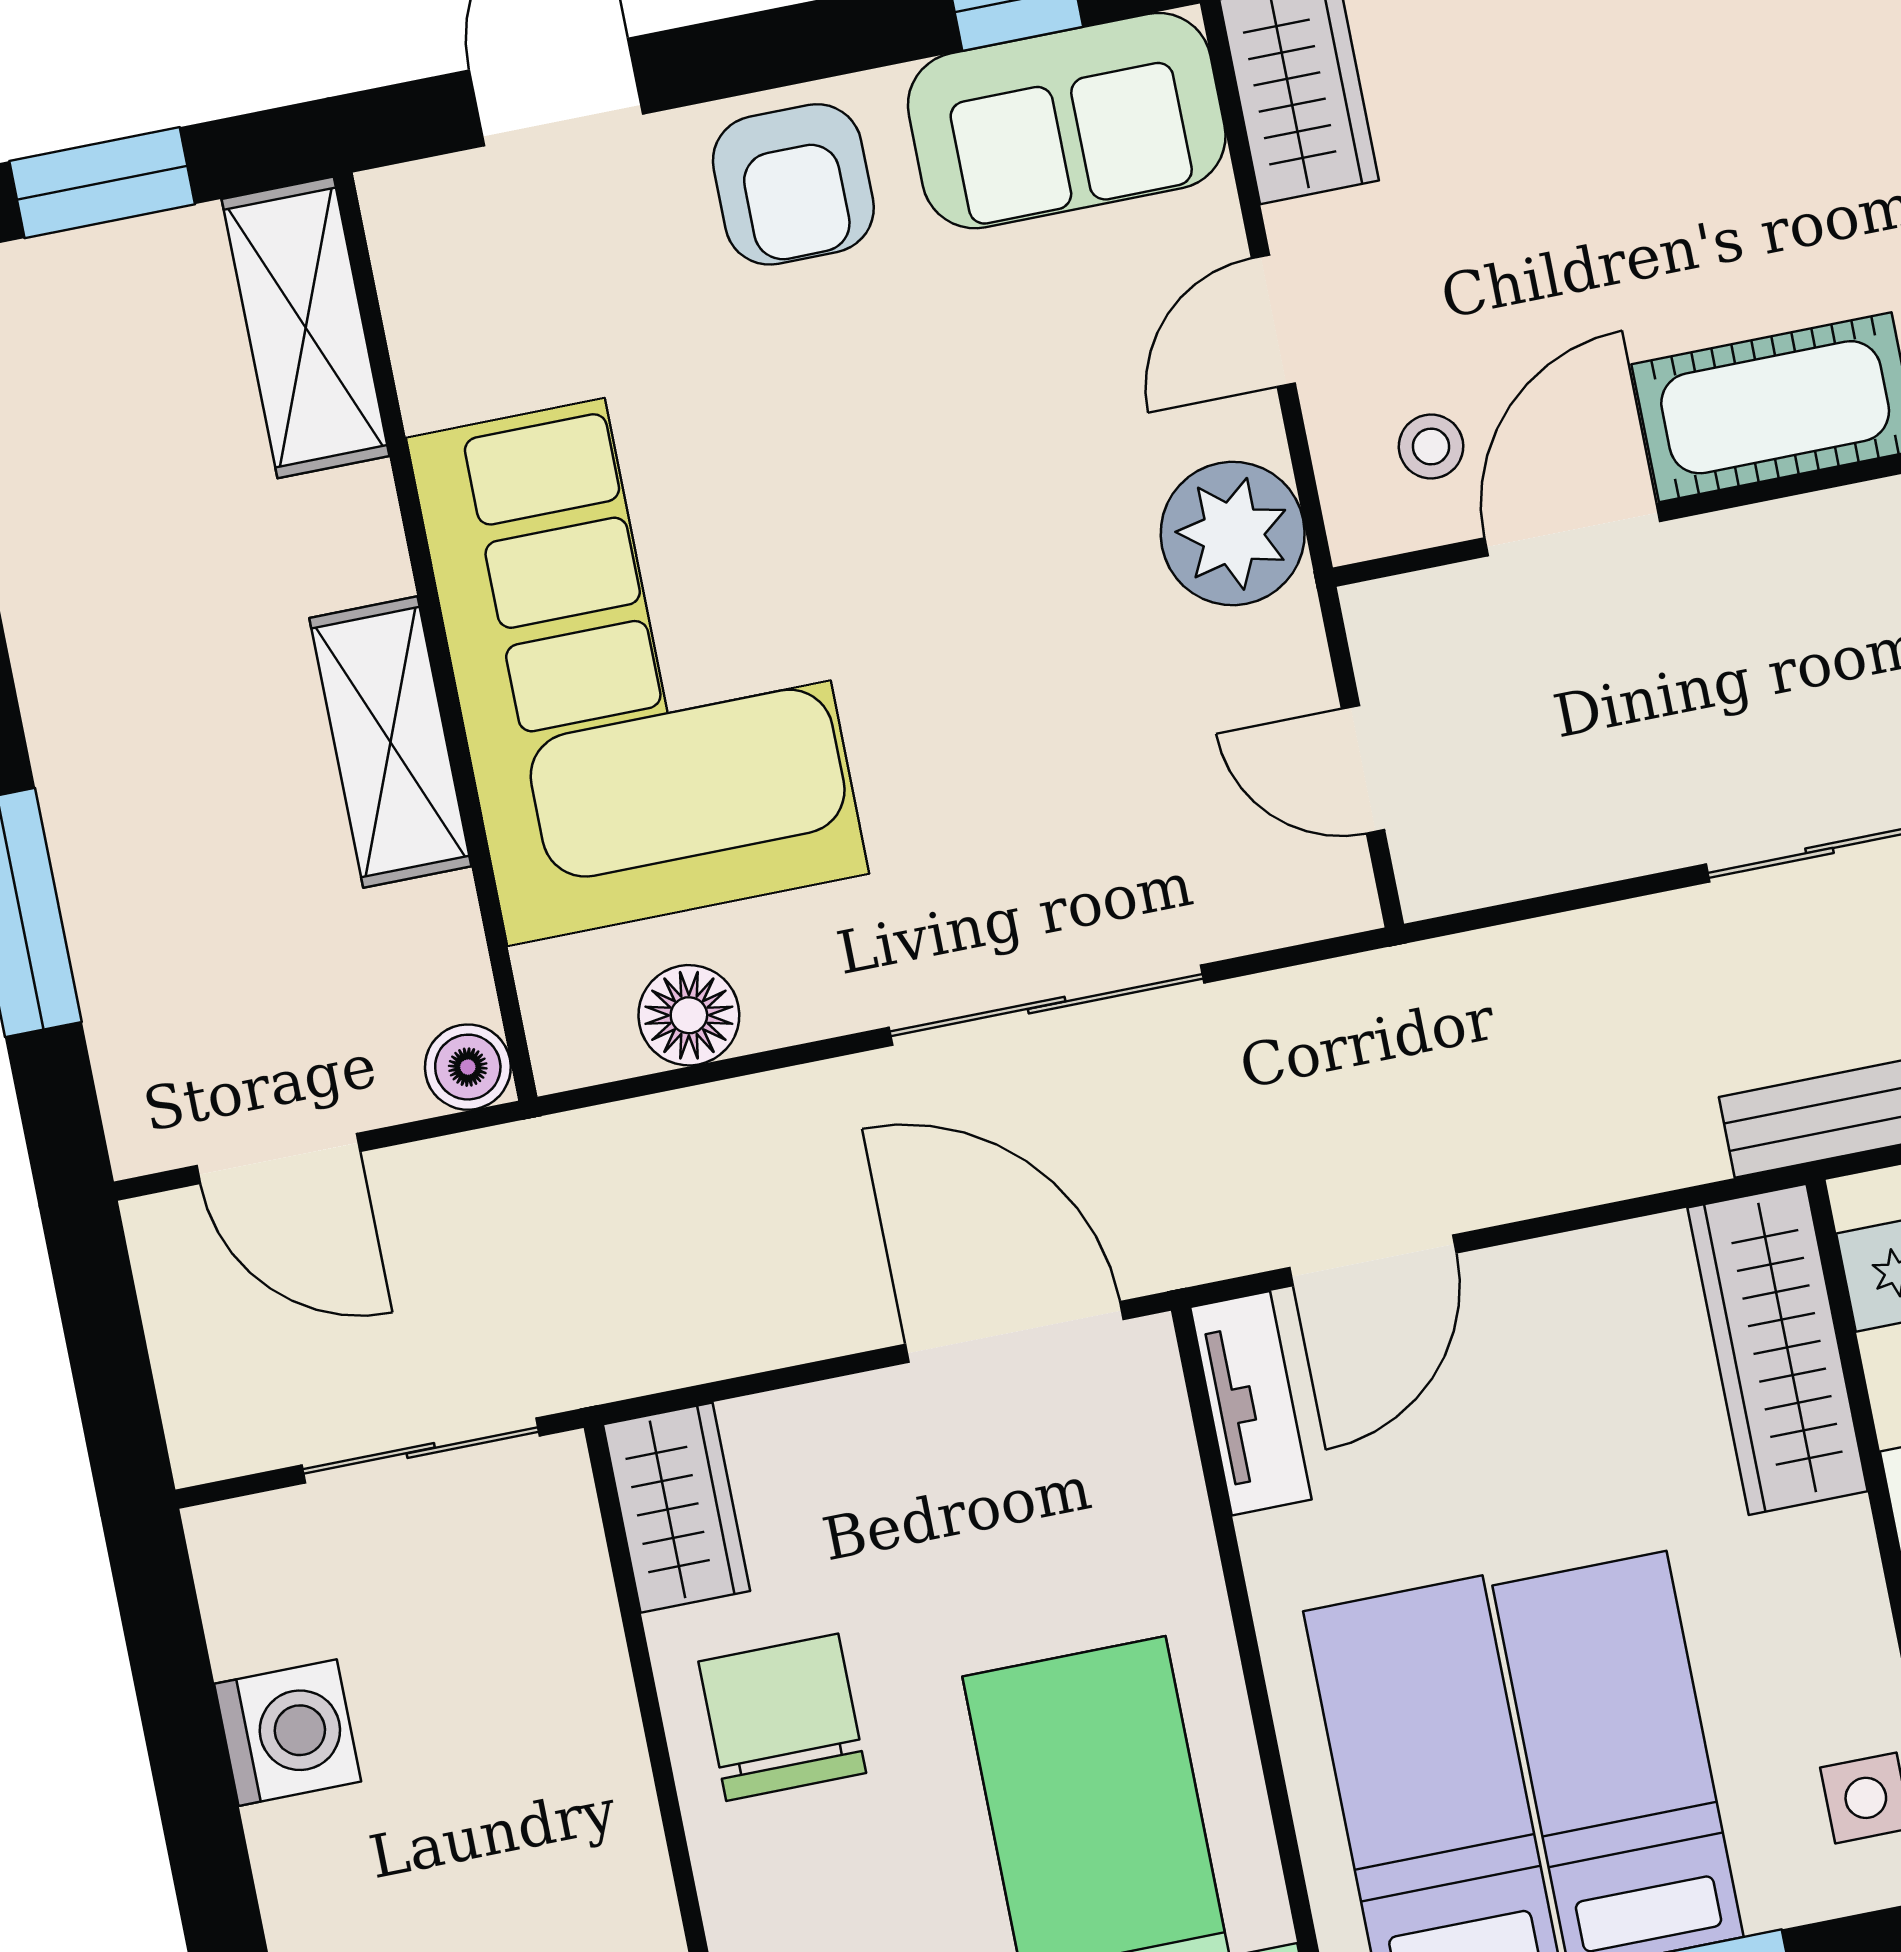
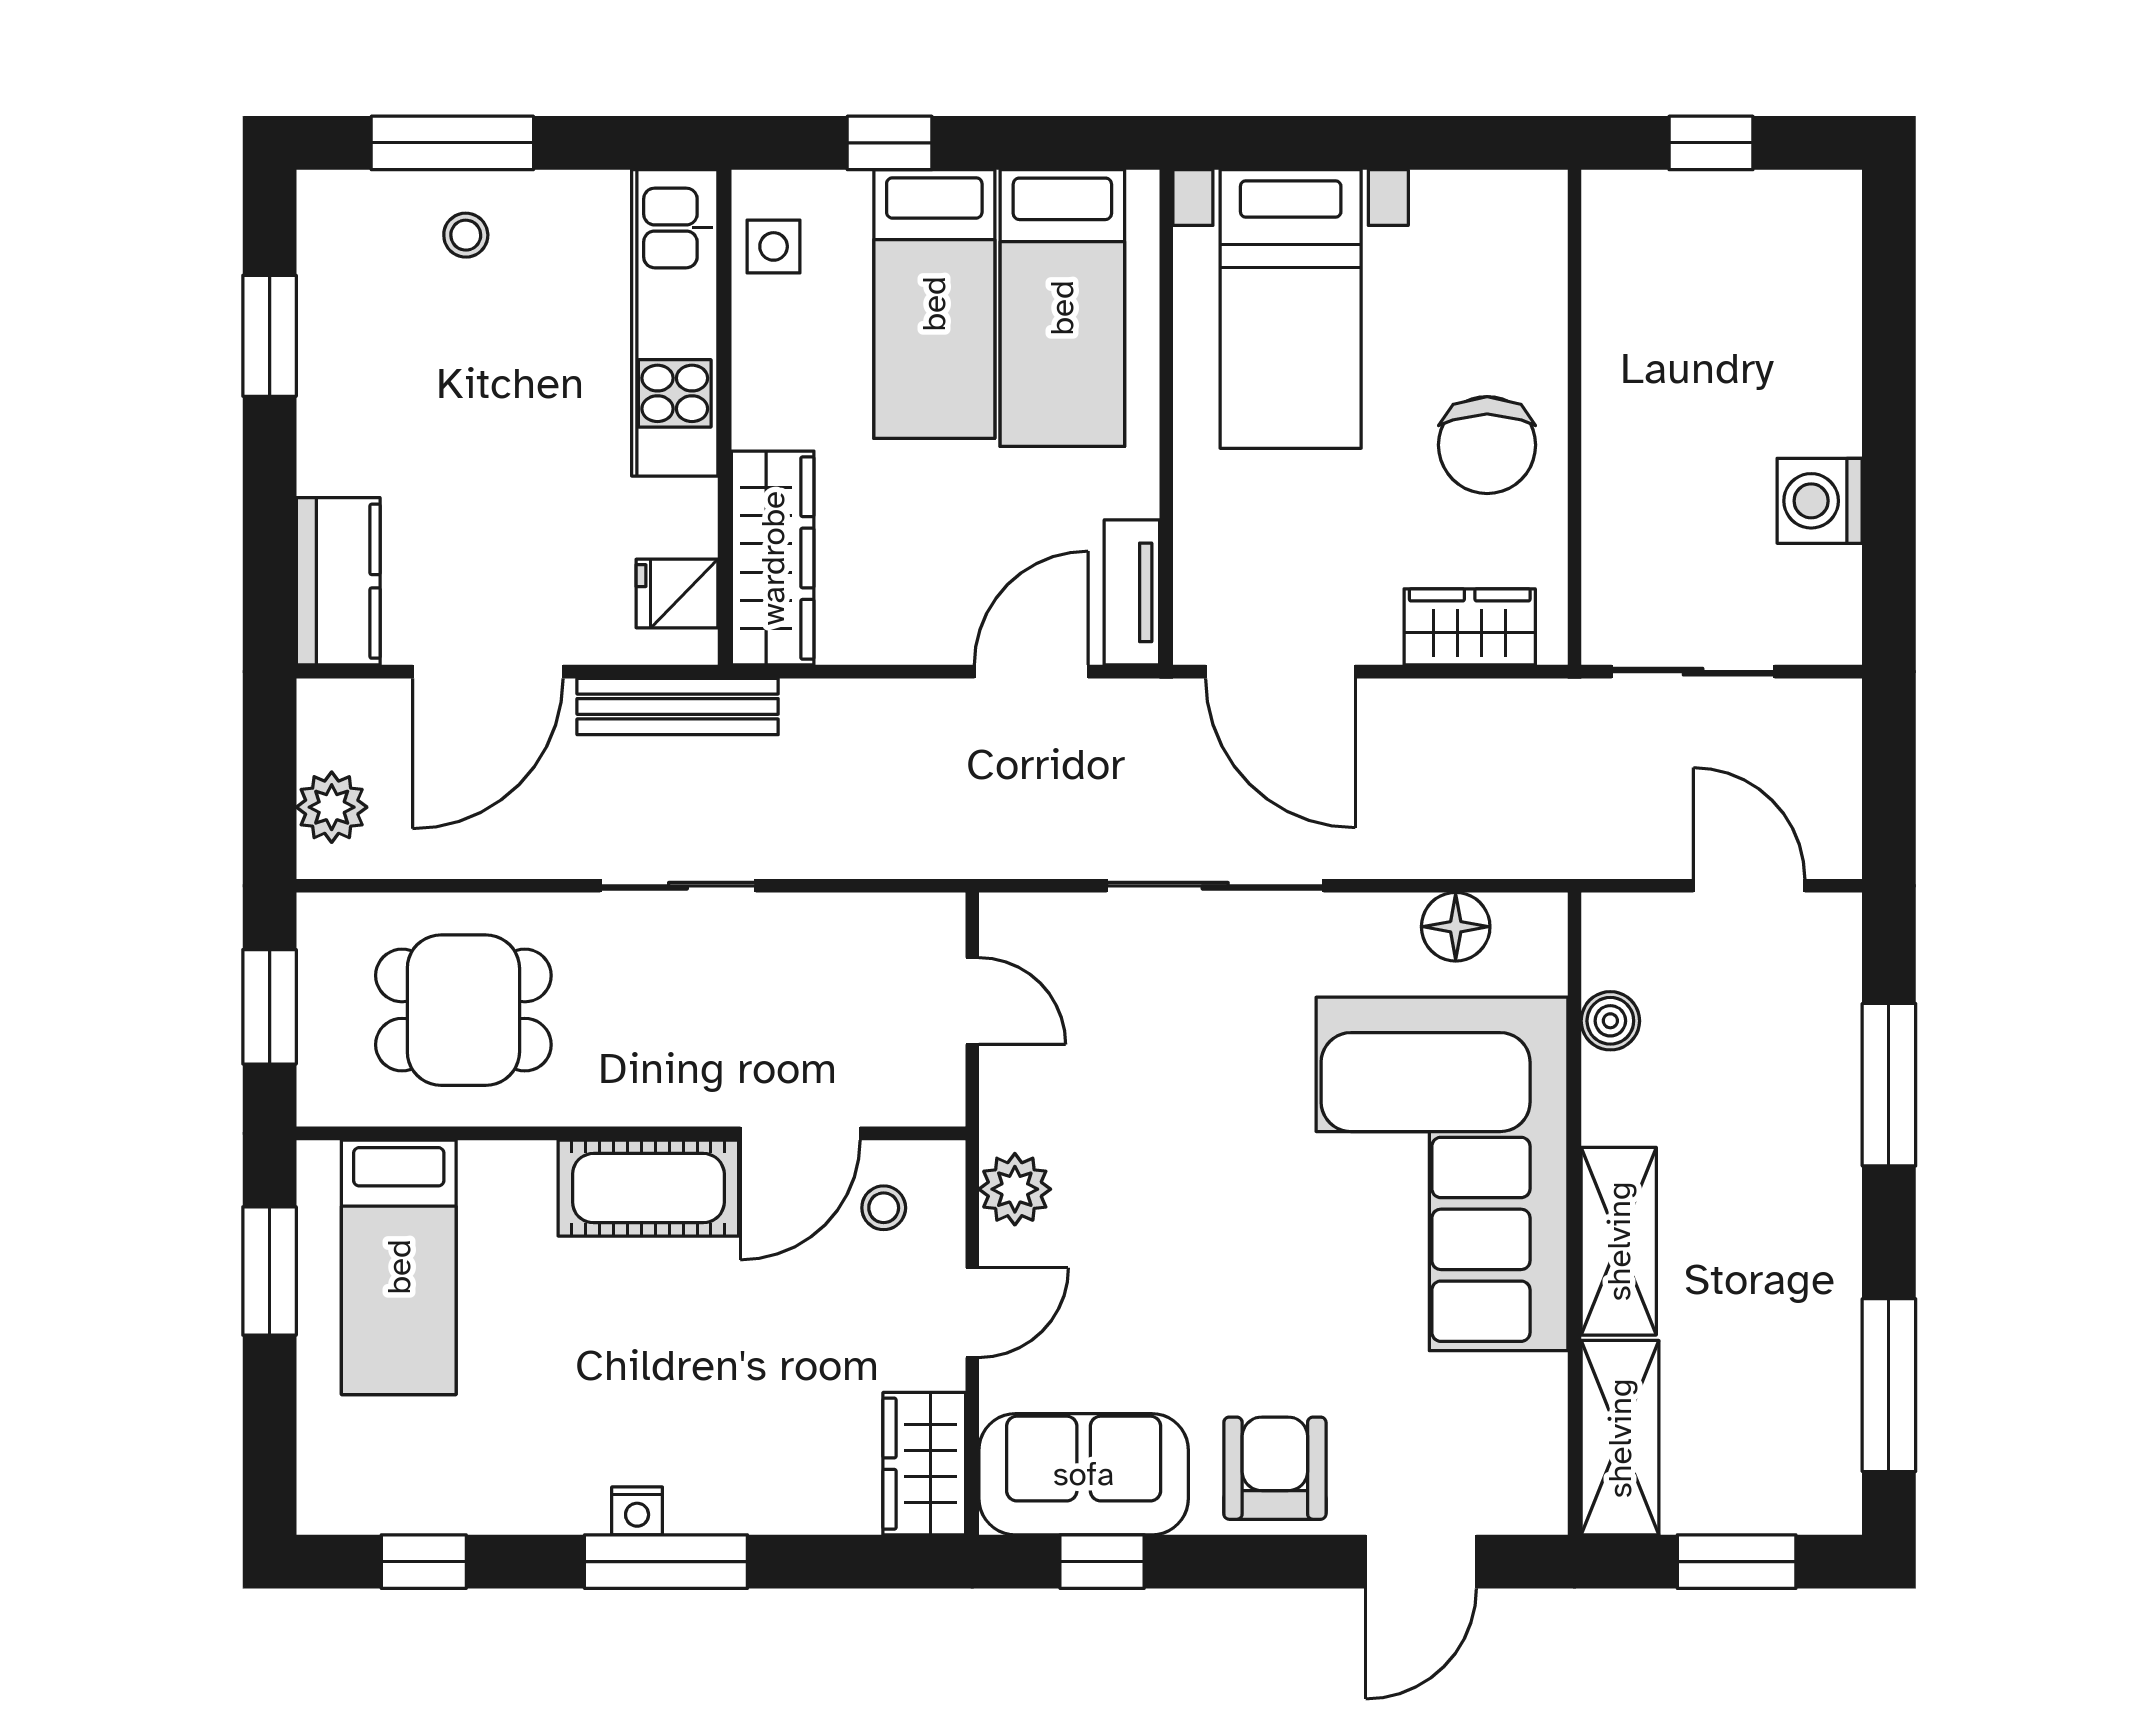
plant: (1233, 534) -> (1015, 1189), width x0.73, depth x0.73
shelving: (390, 742) -> (1619, 1241), moved
boiler: (468, 1067) -> (1610, 1021), moved
wardrobe: (676, 1508) -> (1470, 627), moved, turned 90

